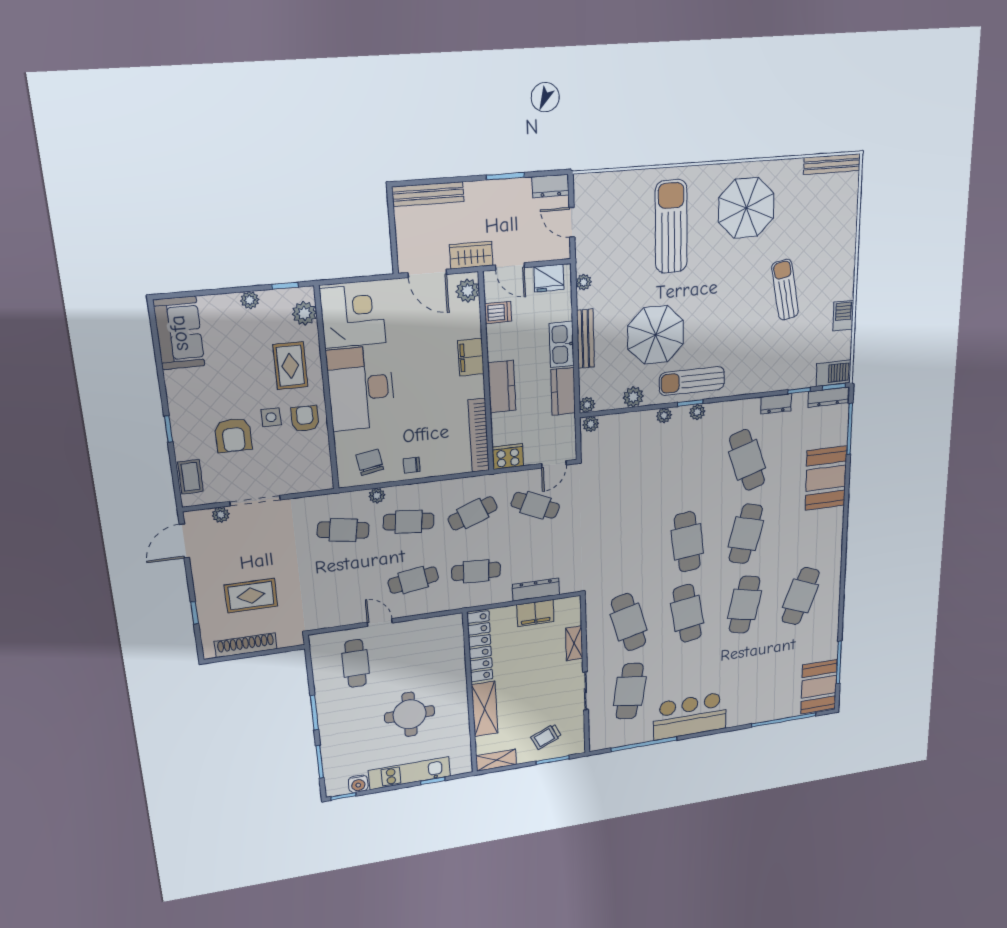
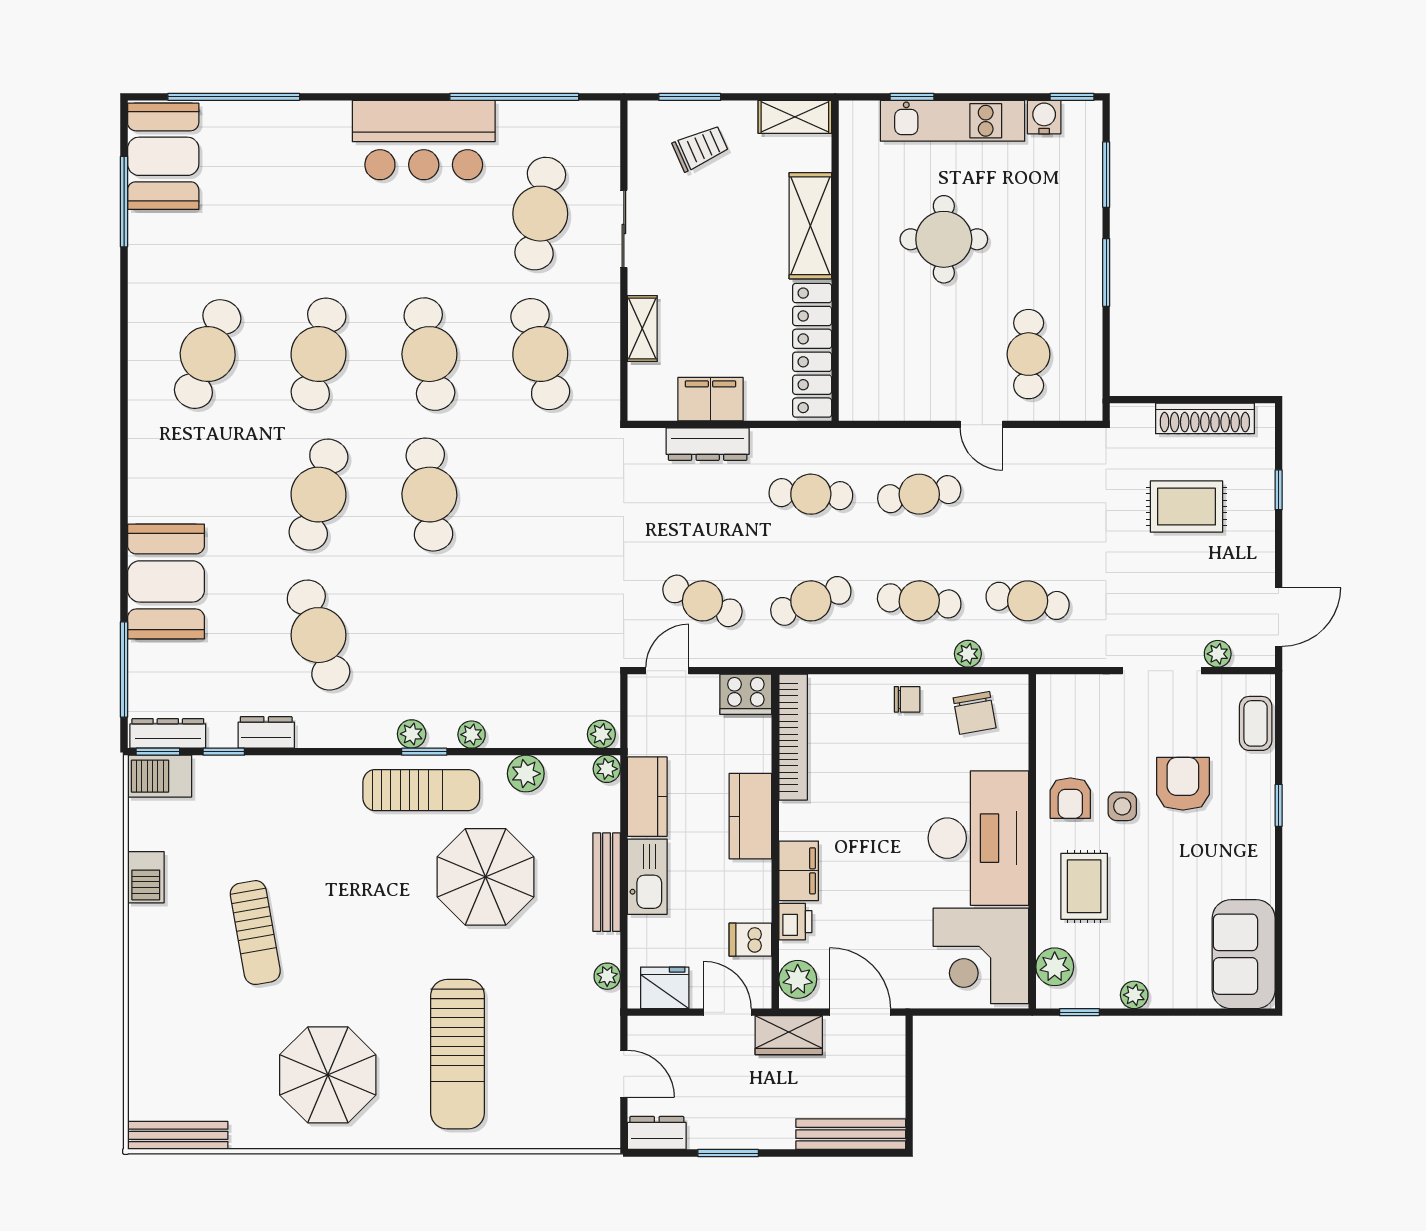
printer: (471, 326) -> (795, 922), added

